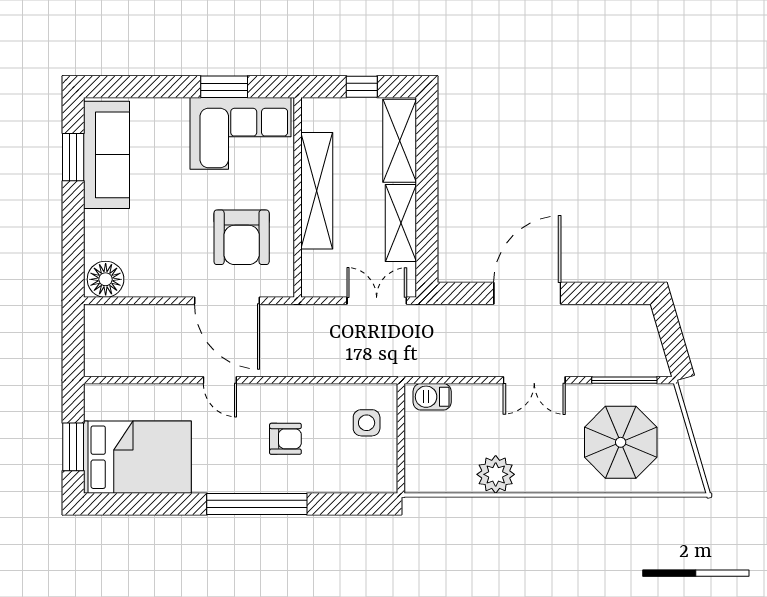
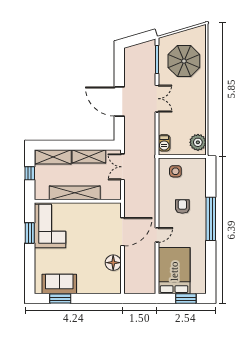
sofa: (107, 155) -> (59, 284), width x0.73
armchair: (242, 237) -> (95, 225), removed
floor lamp: (106, 279) -> (113, 263), moved
bed: (137, 457) -> (174, 271), moved
plant: (496, 474) -> (198, 142), moved

